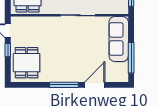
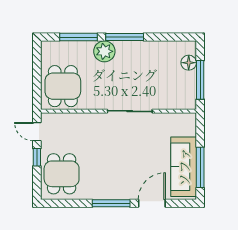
sofa: (119, 39) -> (184, 167), moved

